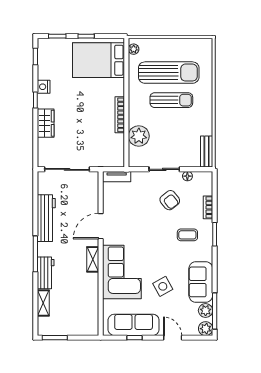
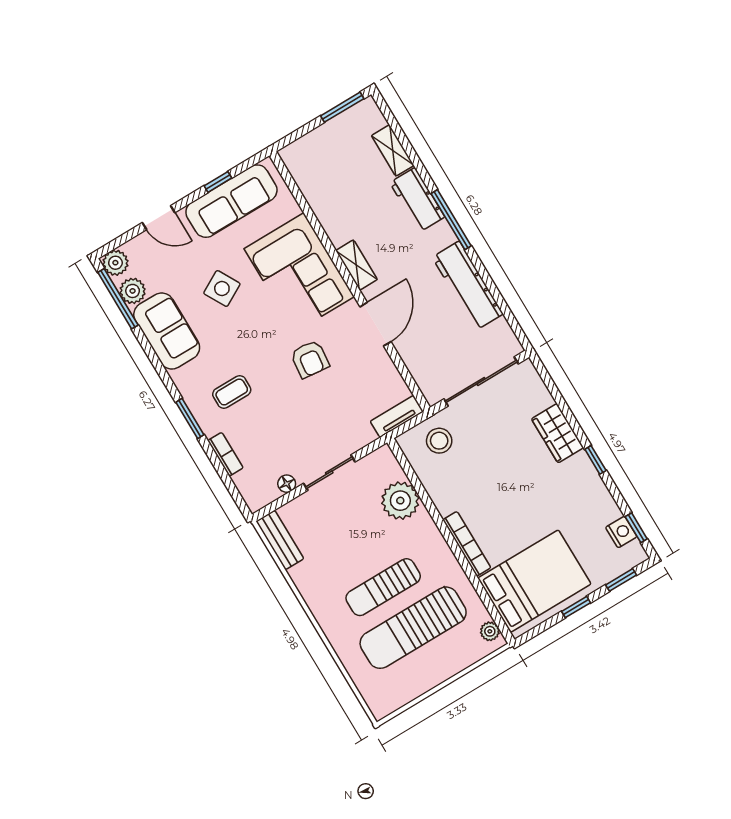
nightstand: (44, 87) -> (621, 532), moved
bookcase: (120, 115) -> (467, 544), moved
stool: (104, 153) -> (439, 441), added
armchair: (170, 200) -> (310, 359), moved, turned -135

